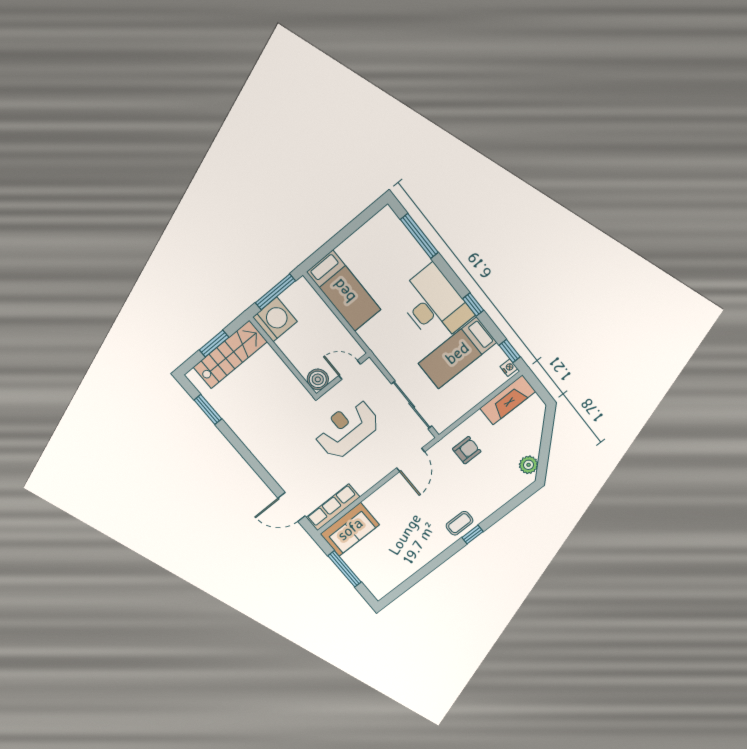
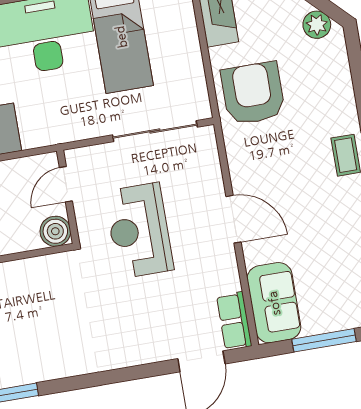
armchair: (467, 450) -> (253, 93), width x1.88, depth x1.88
door: (411, 460) -> (234, 219), moved
row of seats: (333, 507) -> (234, 321), width x0.68

